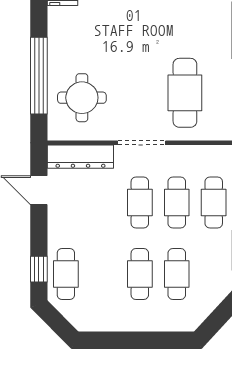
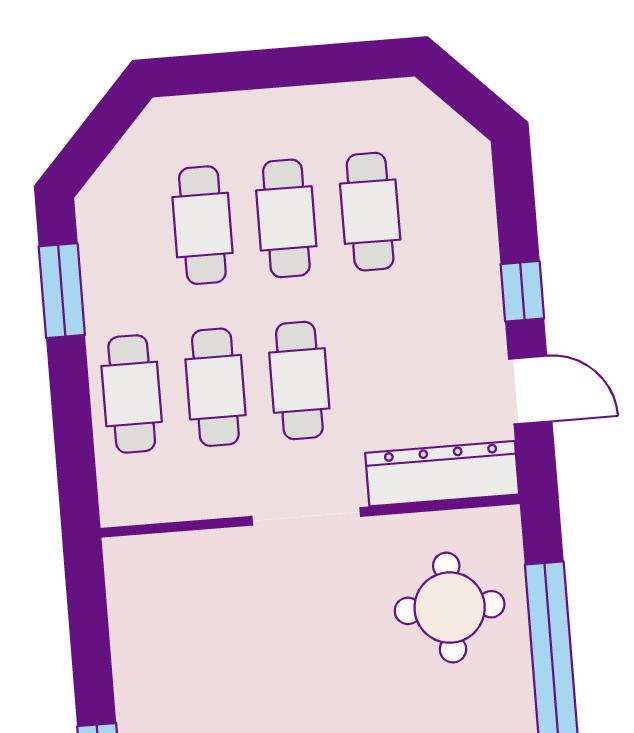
cafe table: (185, 93) -> (217, 637), removed
window: (39, 269) -> (522, 291), moved
cafe table: (66, 274) -> (370, 212), moved

